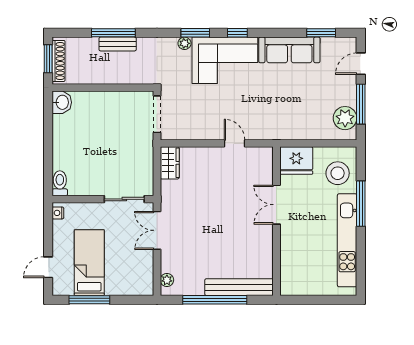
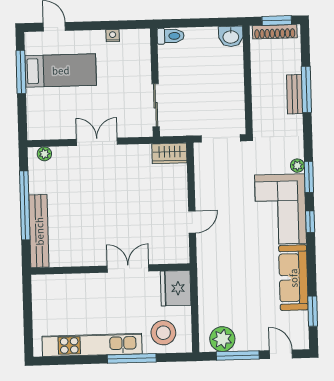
toilet: (60, 183) -> (171, 36), moved
wall: (103, 199) -> (155, 82), moved
sliding door: (124, 199) -> (156, 105), moved

